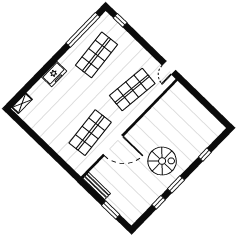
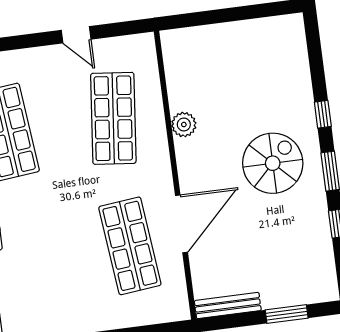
door: (169, 68) -> (76, 35), moved
plant: (150, 117) -> (184, 125), added
window: (205, 155) -> (323, 114), moved

